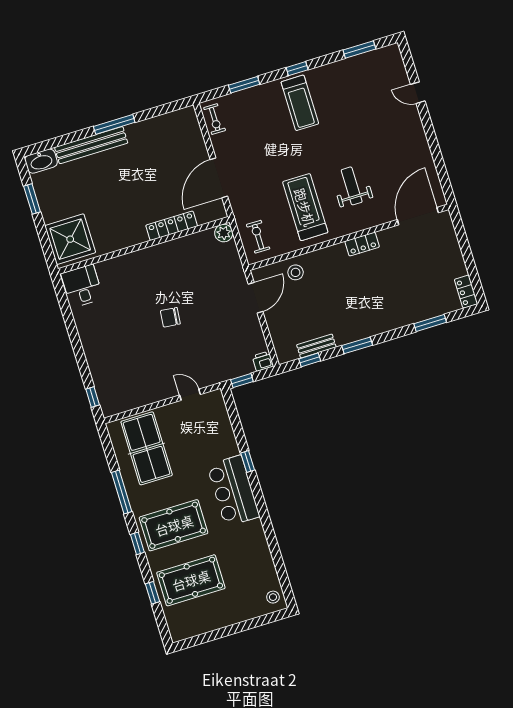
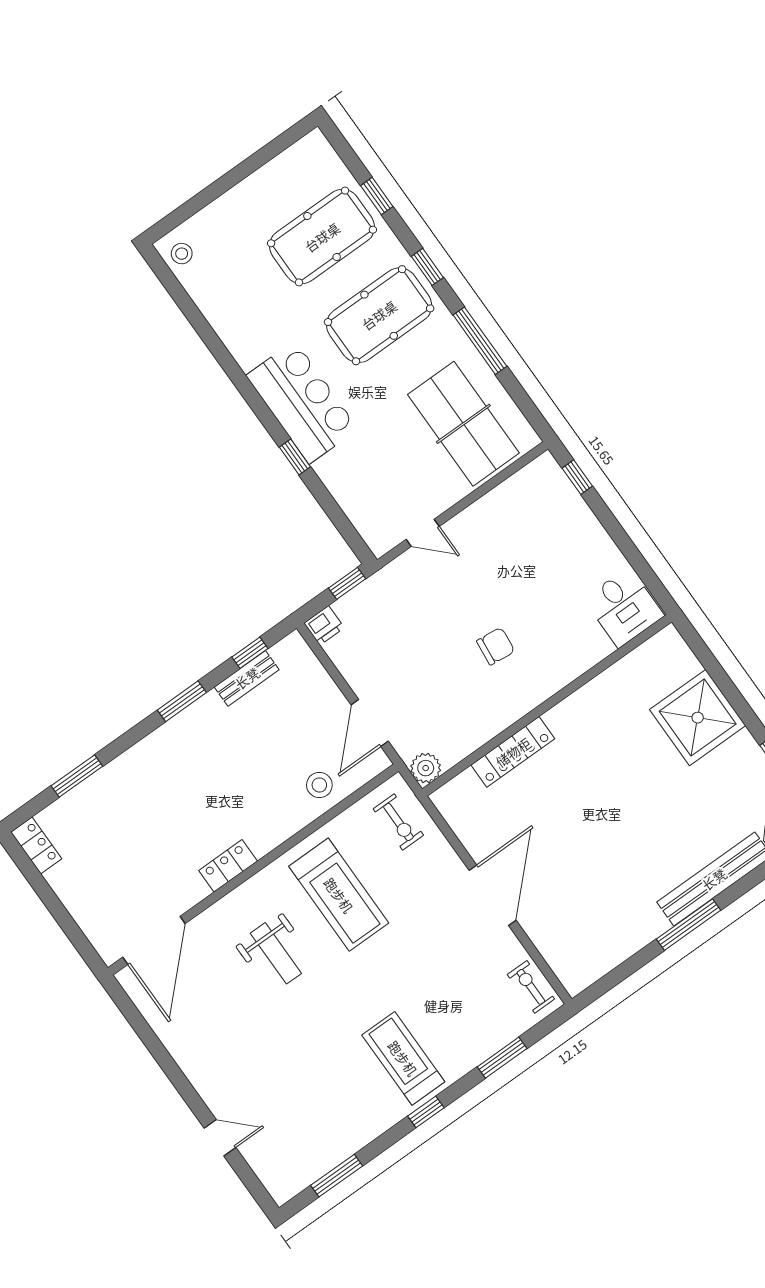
locker: (172, 226) -> (513, 752), moved
plant: (224, 233) -> (426, 768), moved
wall: (144, 245) -> (547, 705), moved
desk: (82, 286) -> (624, 607), moved

